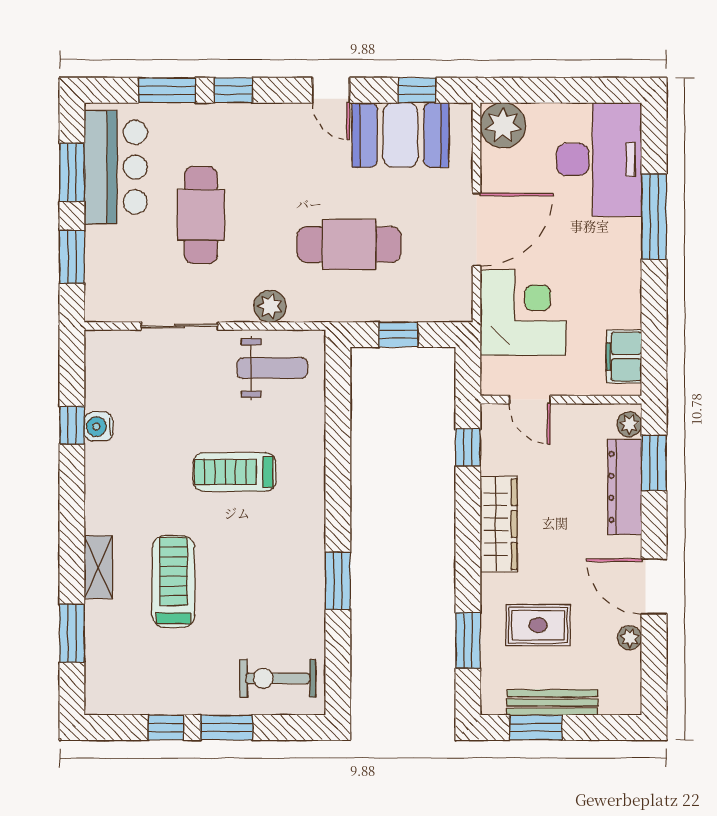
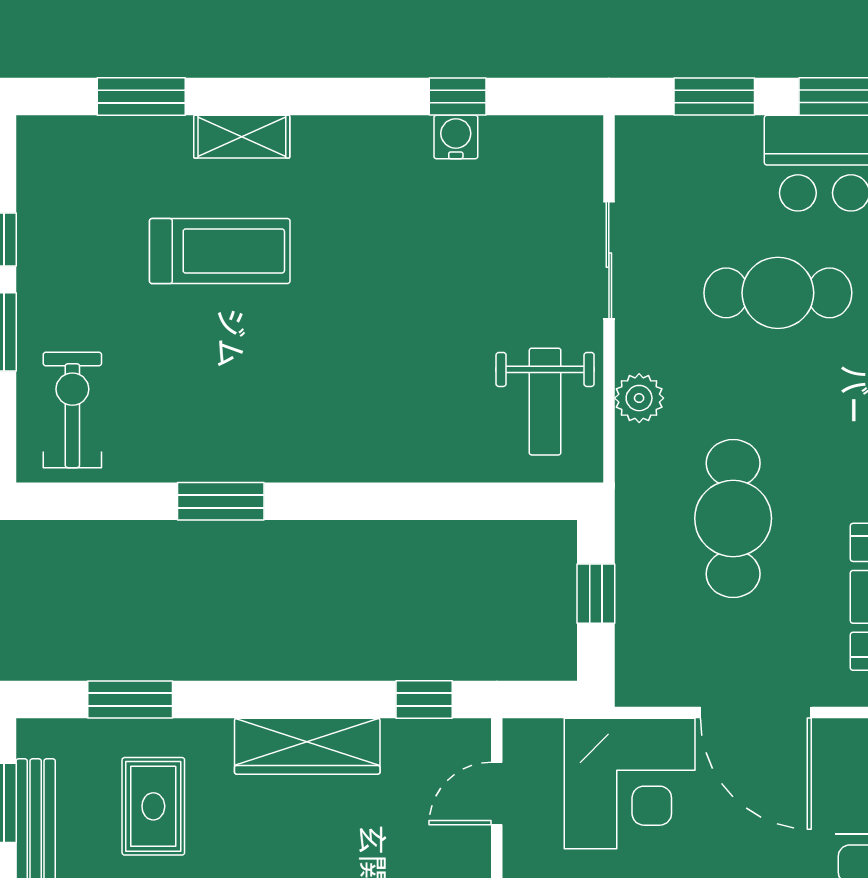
treadmill: (235, 472) -> (387, 344), removed

